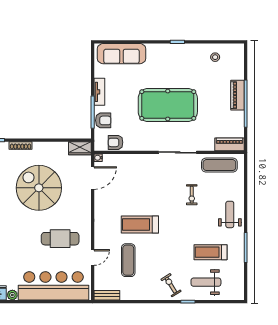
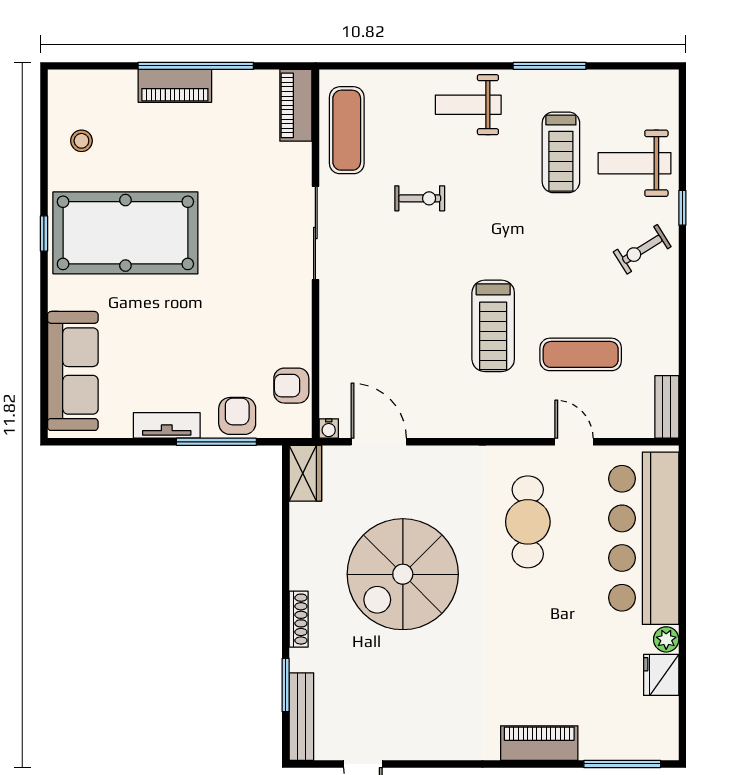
pool table: (168, 105) -> (125, 233), moved, turned 90
armchair: (116, 142) -> (291, 386), turned 90
weight bench: (206, 282) -> (635, 163), turned 90

